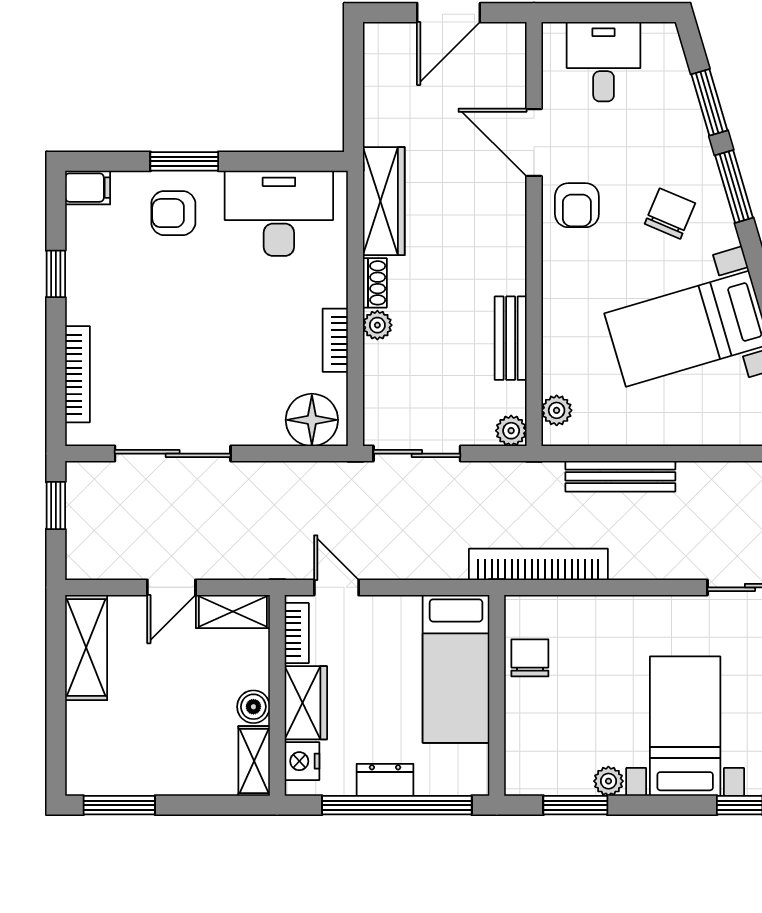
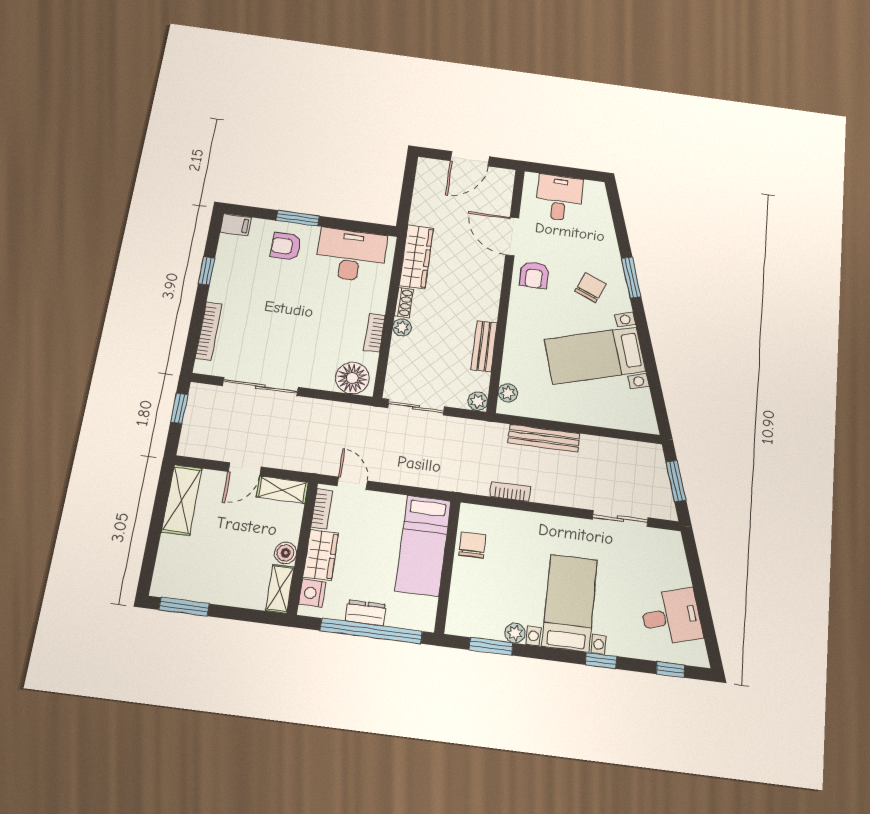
window: (709, 102) -> (620, 229), removed
bookcase: (538, 564) -> (510, 492), width x0.43, depth x0.76

